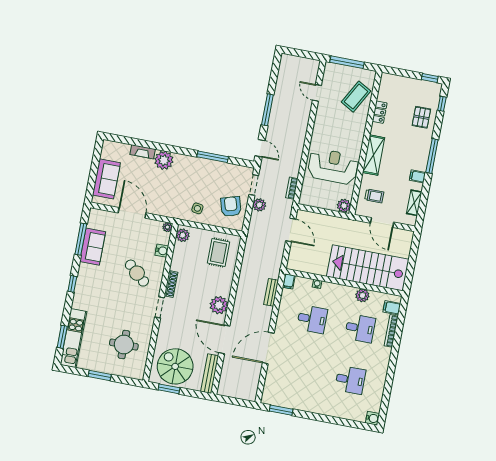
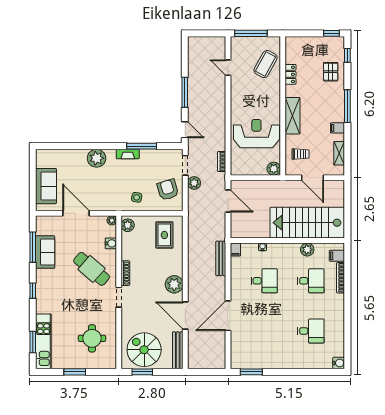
fireplace: (143, 152) -> (128, 154), moved
cafe table: (137, 273) -> (92, 269), width x1.37, depth x1.35
bench: (271, 292) -> (221, 258), width x1.36

